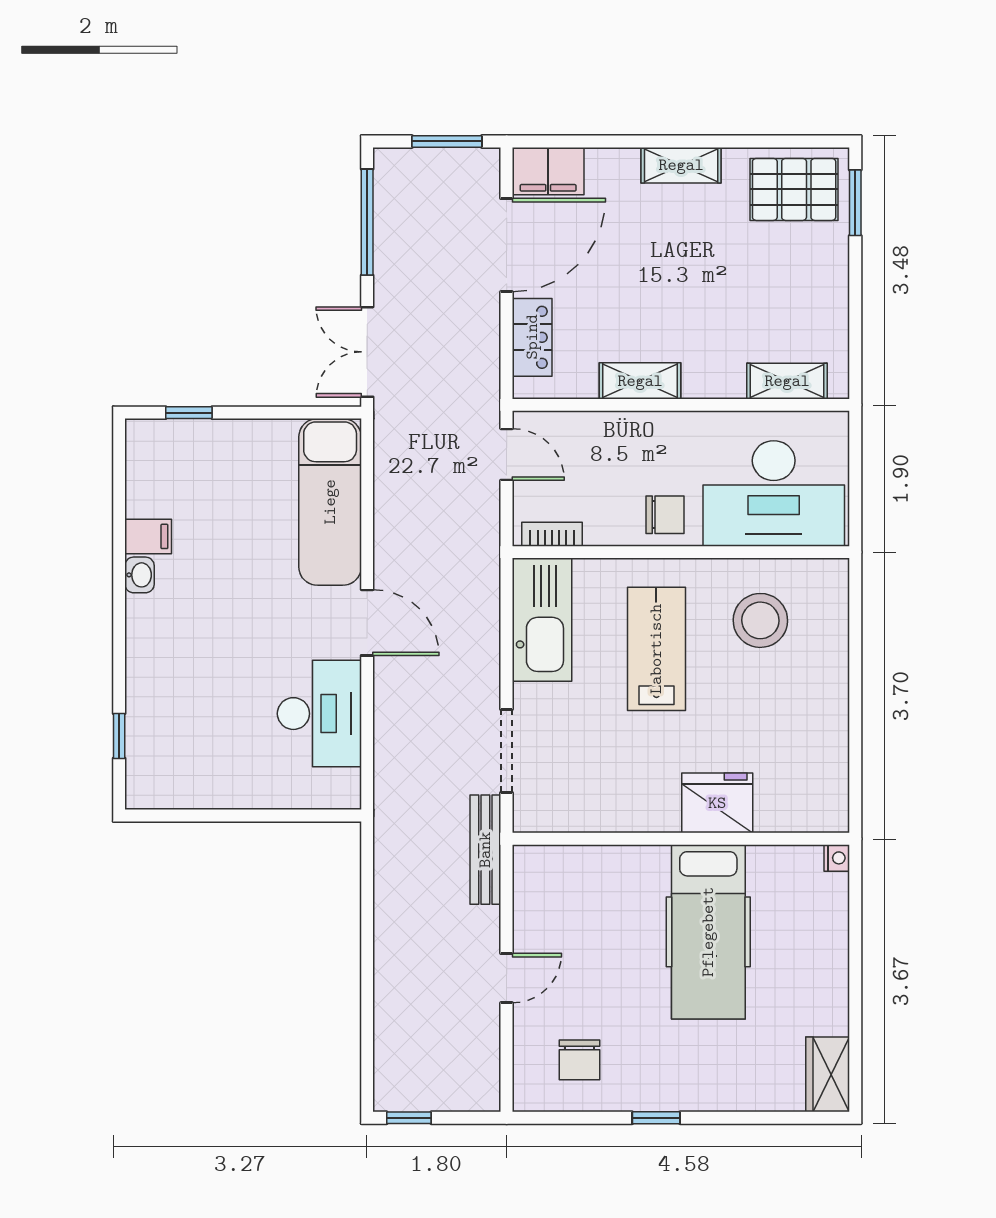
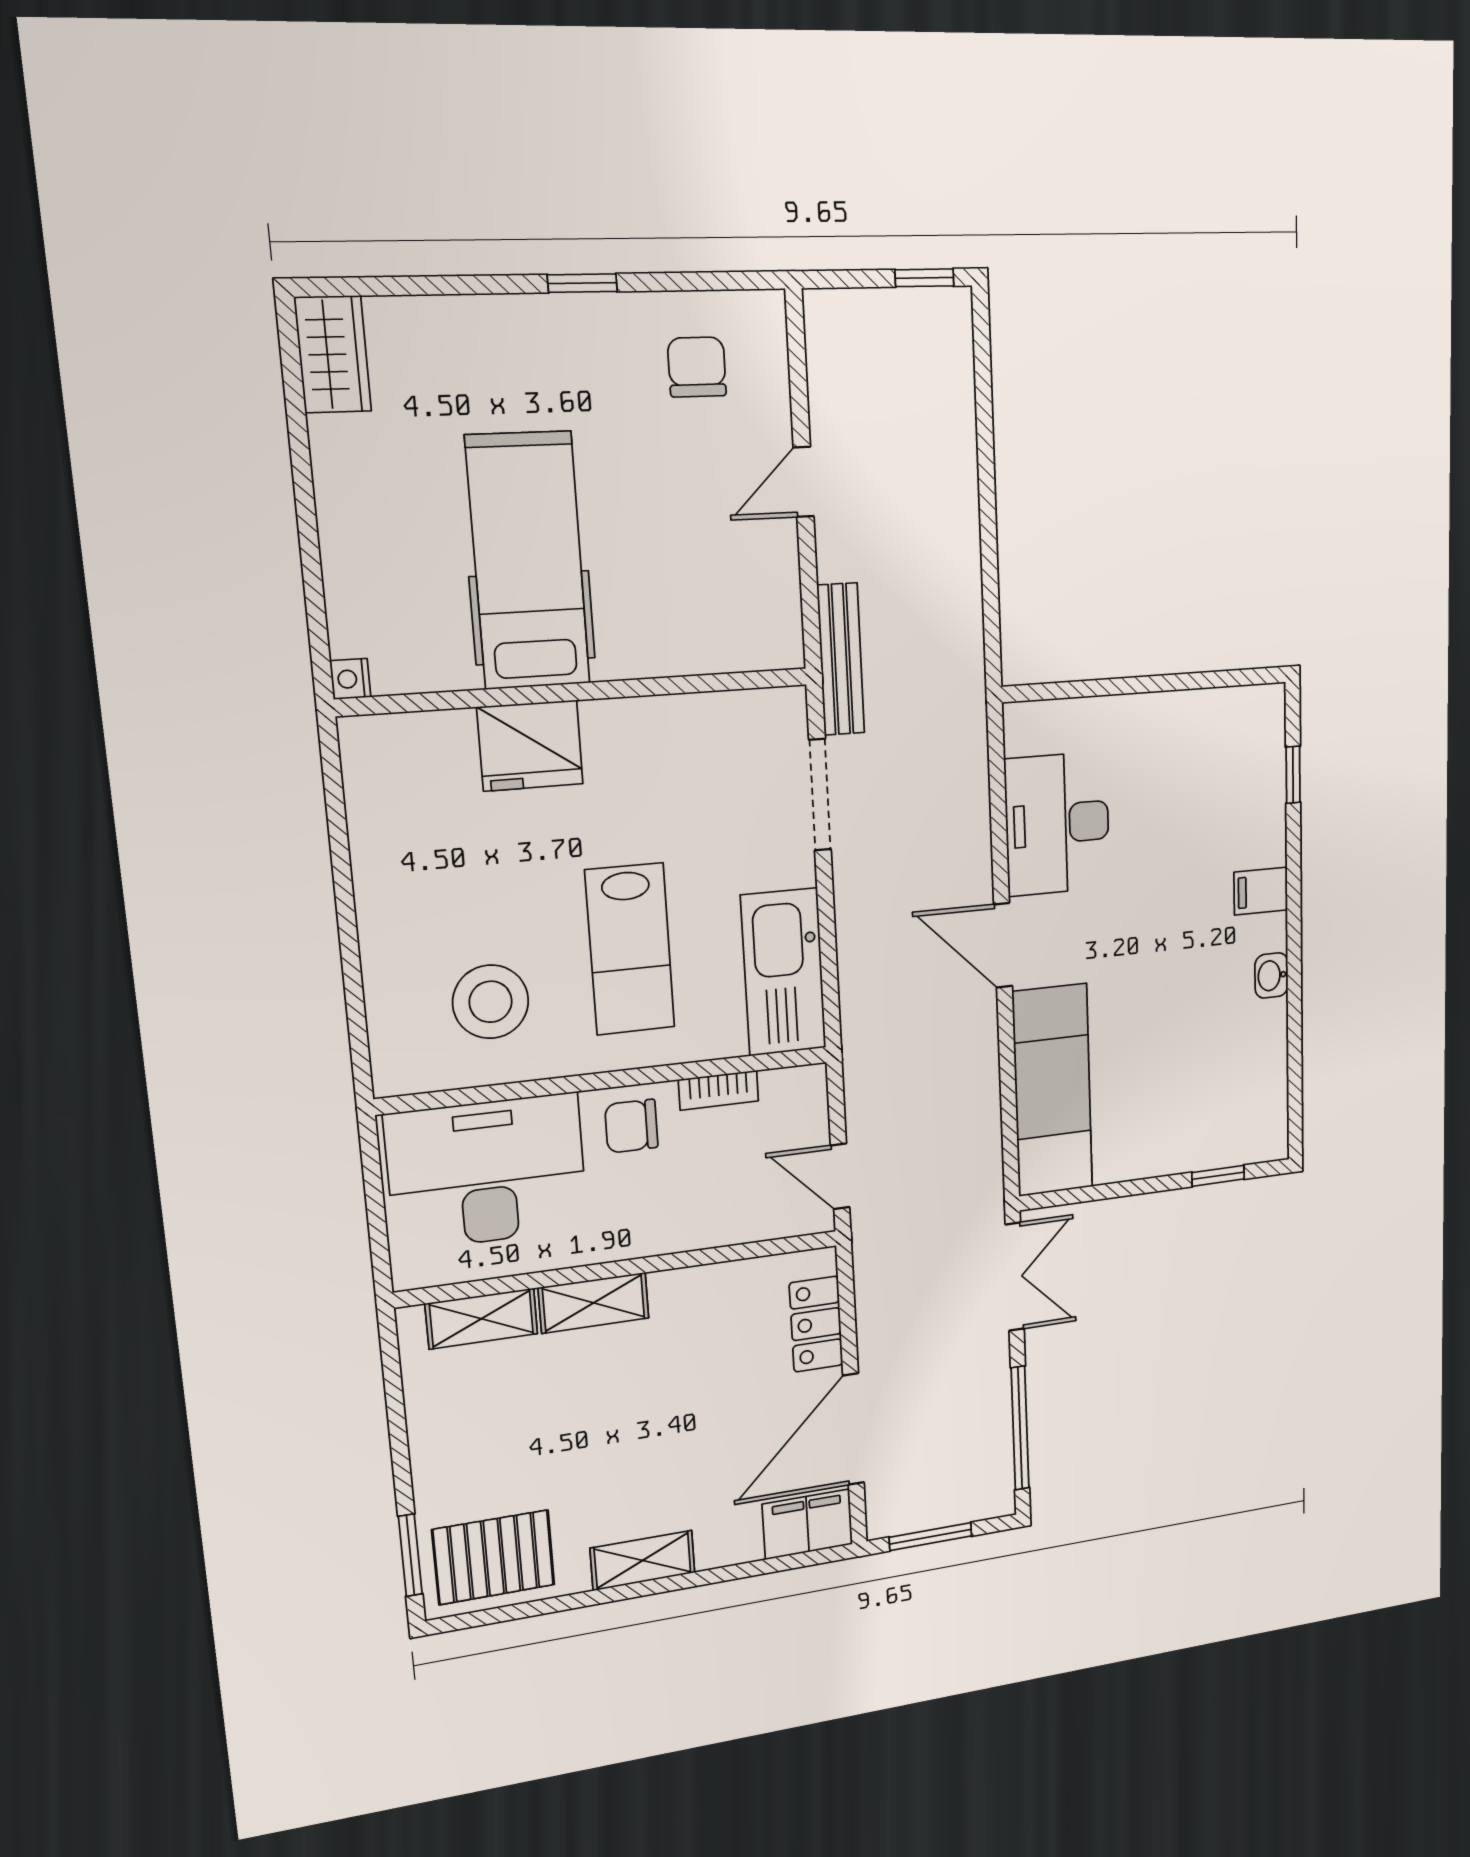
shelving: (640, 381) -> (594, 1303), moved
bookcase: (552, 534) -> (719, 1090), moved
filing cabinet: (148, 536) -> (1261, 891), moved

